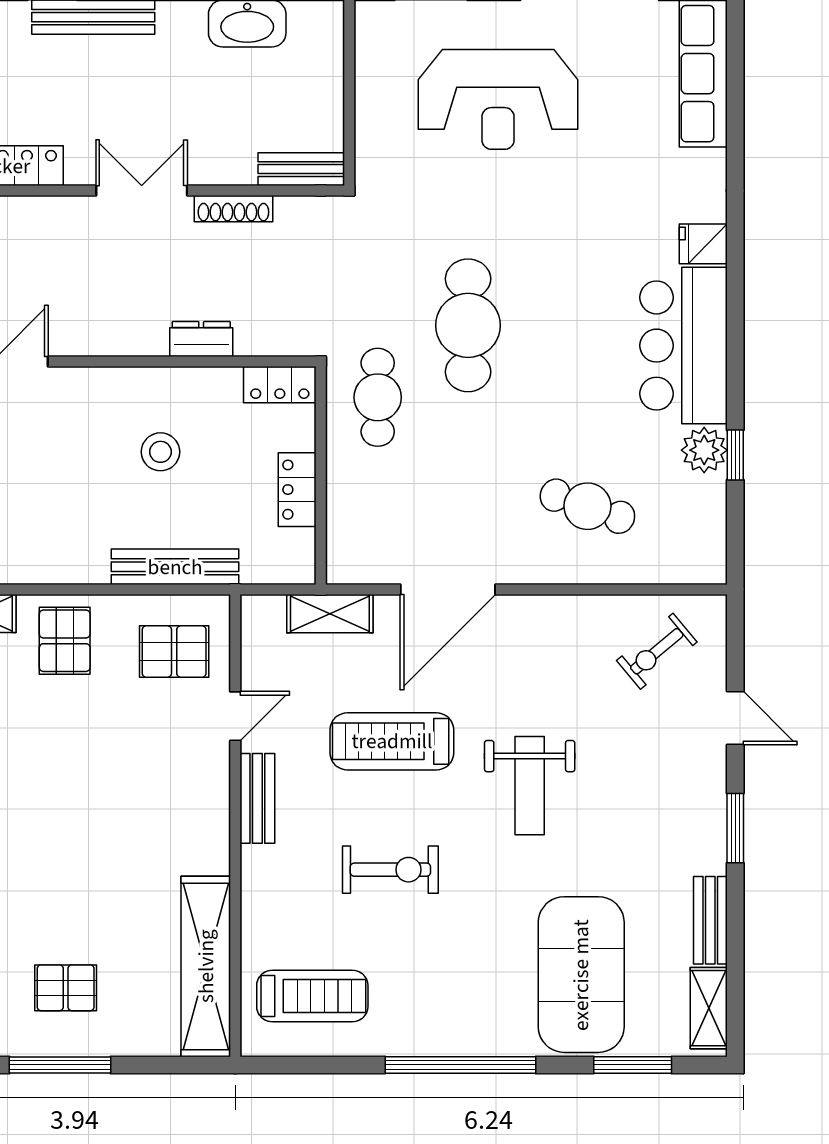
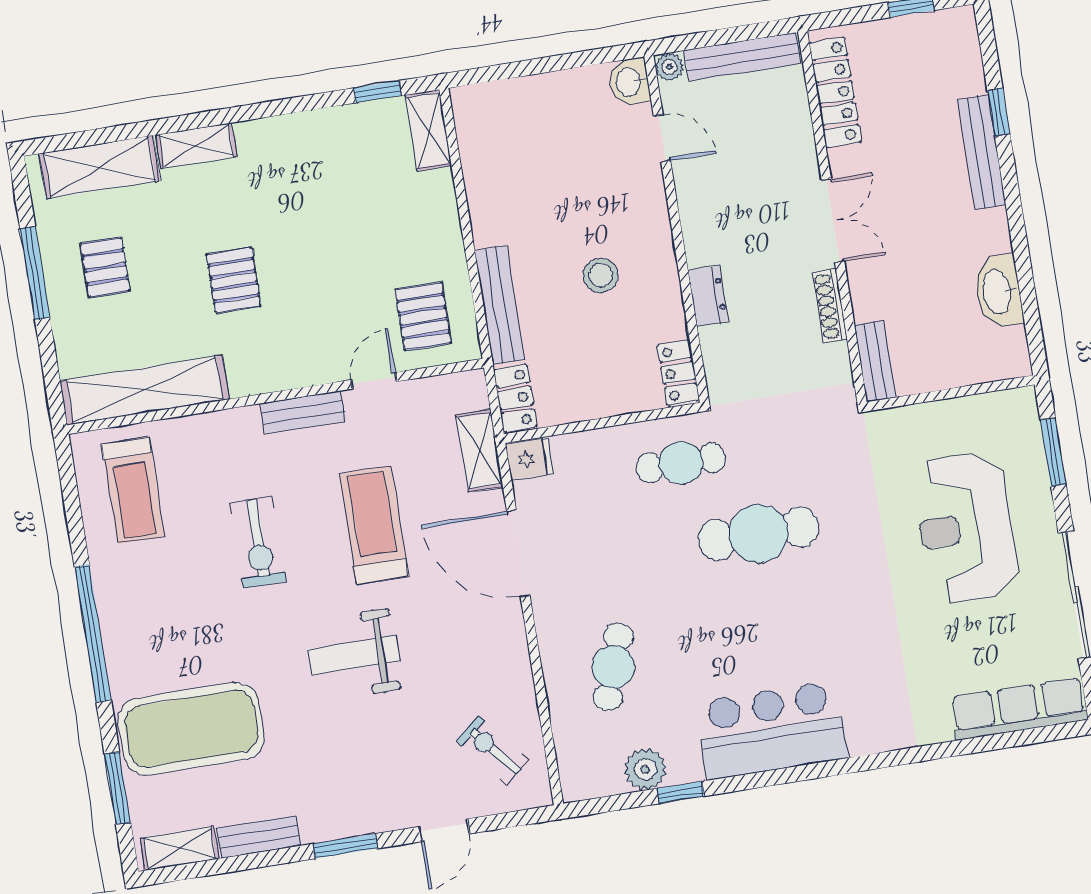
fridge: (703, 244) -> (530, 459), moved, turned 90
plant: (704, 450) -> (645, 769), moved
locker: (297, 490) -> (515, 398), moved, turned 90
pallet: (65, 641) -> (234, 280), moved, turned 90
door: (235, 716) -> (374, 381), swing flipped

